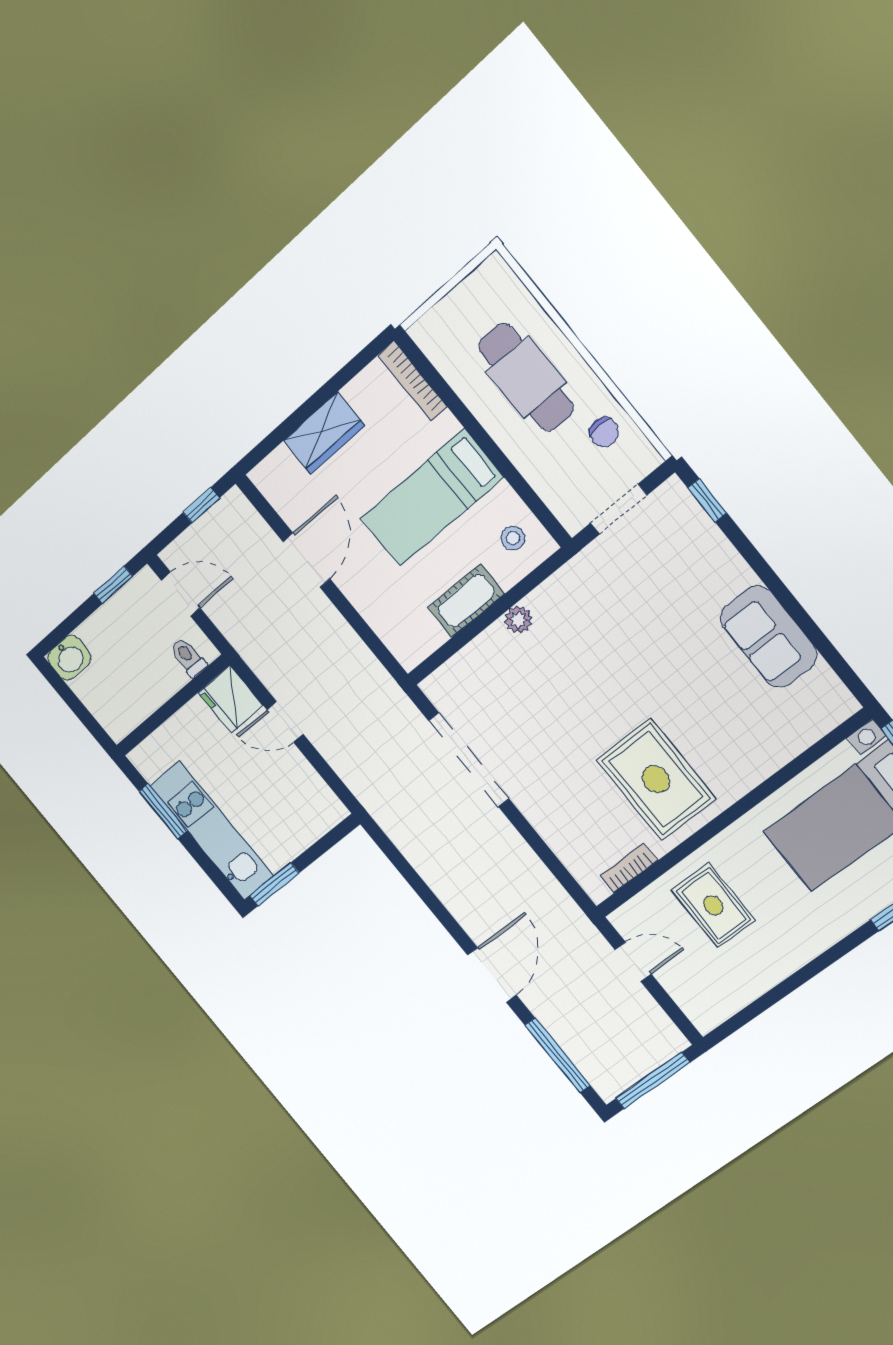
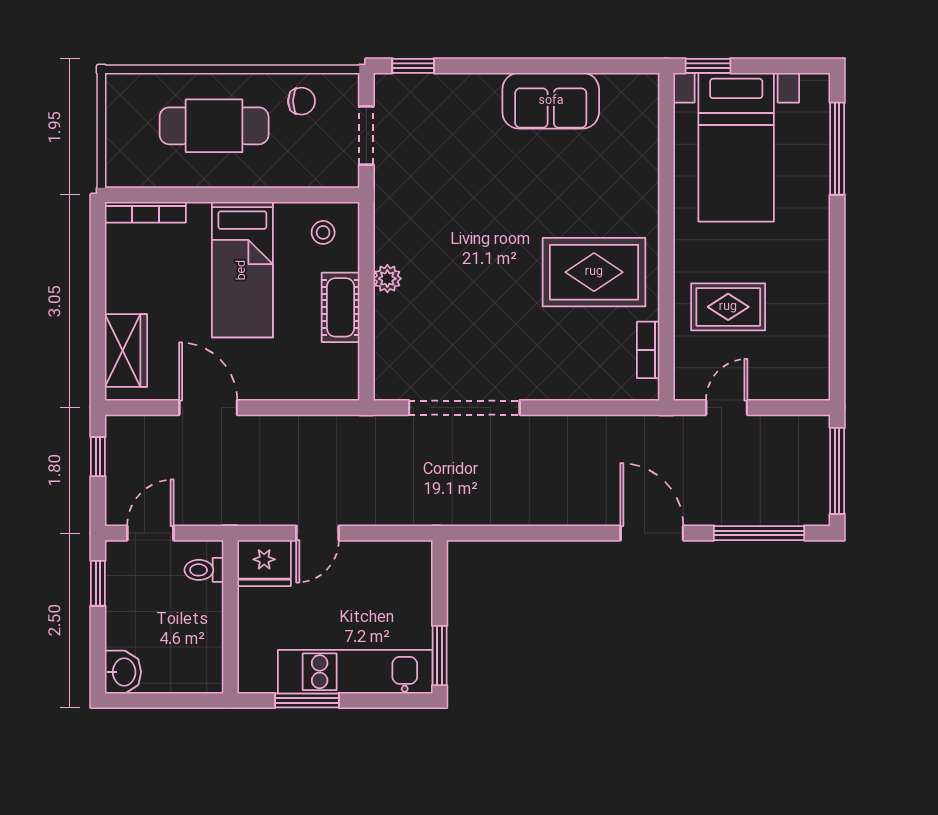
wardrobe: (324, 433) -> (126, 351), moved

